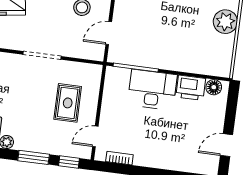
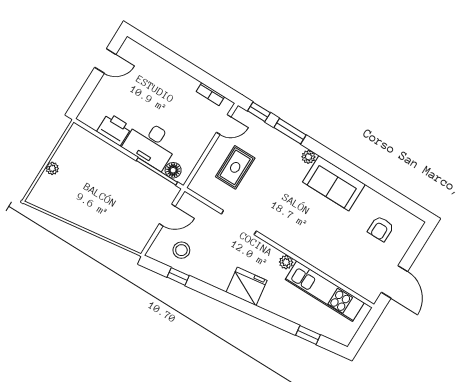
plant: (225, 22) -> (52, 168), width x0.53, depth x0.53
floor lamp: (214, 87) -> (173, 170), moved

